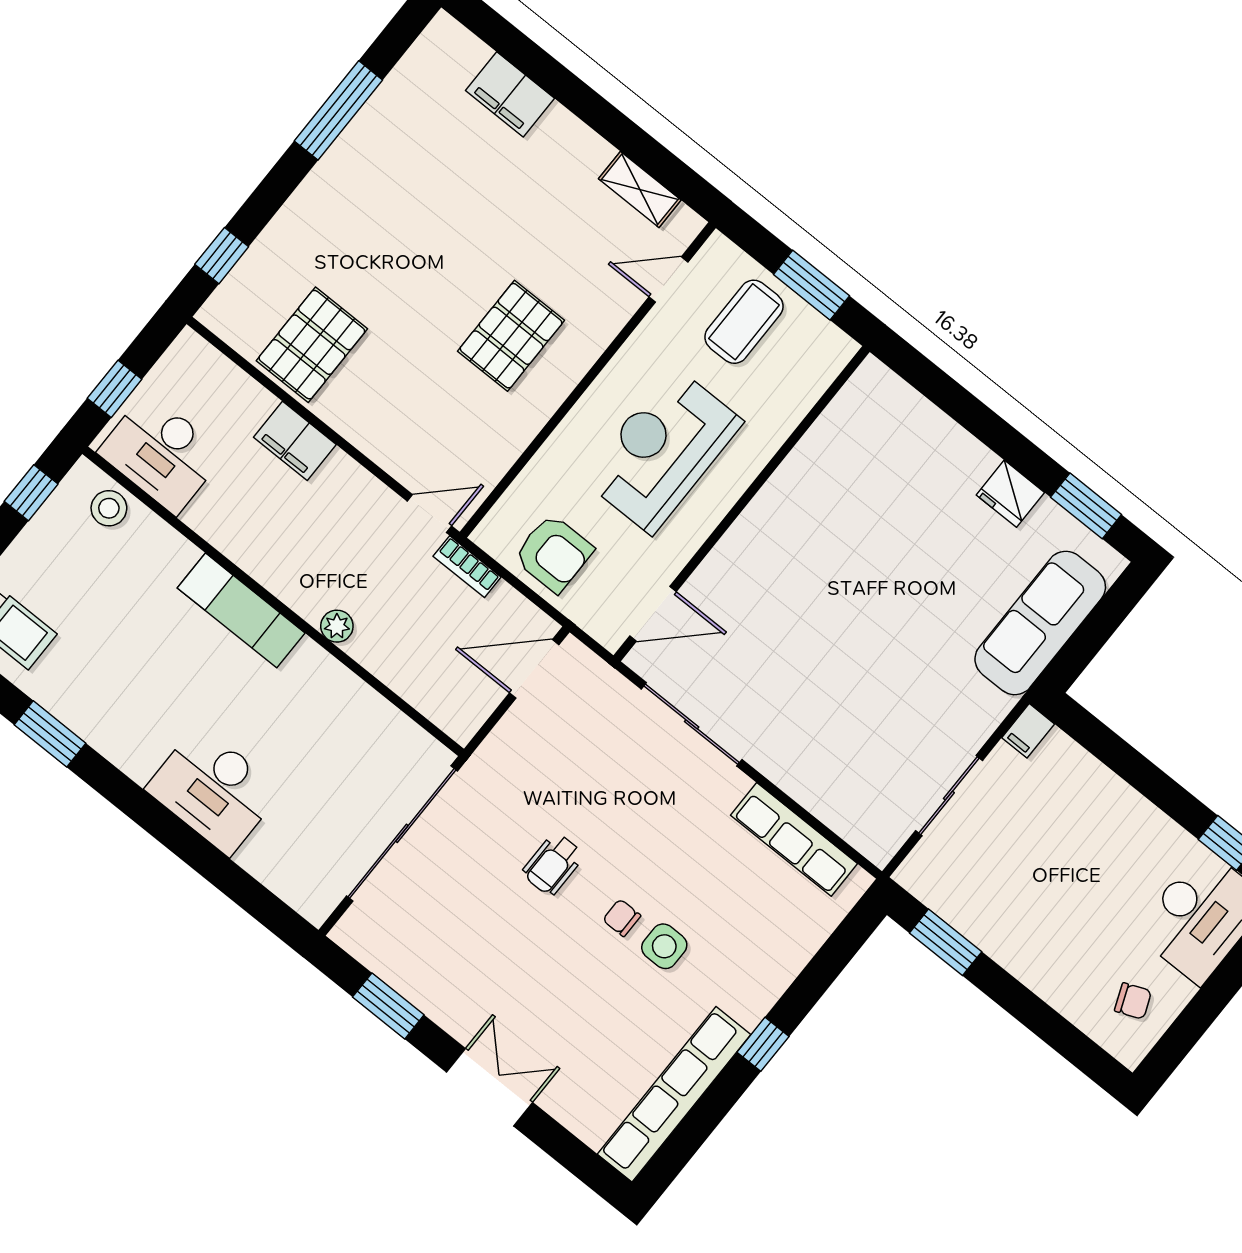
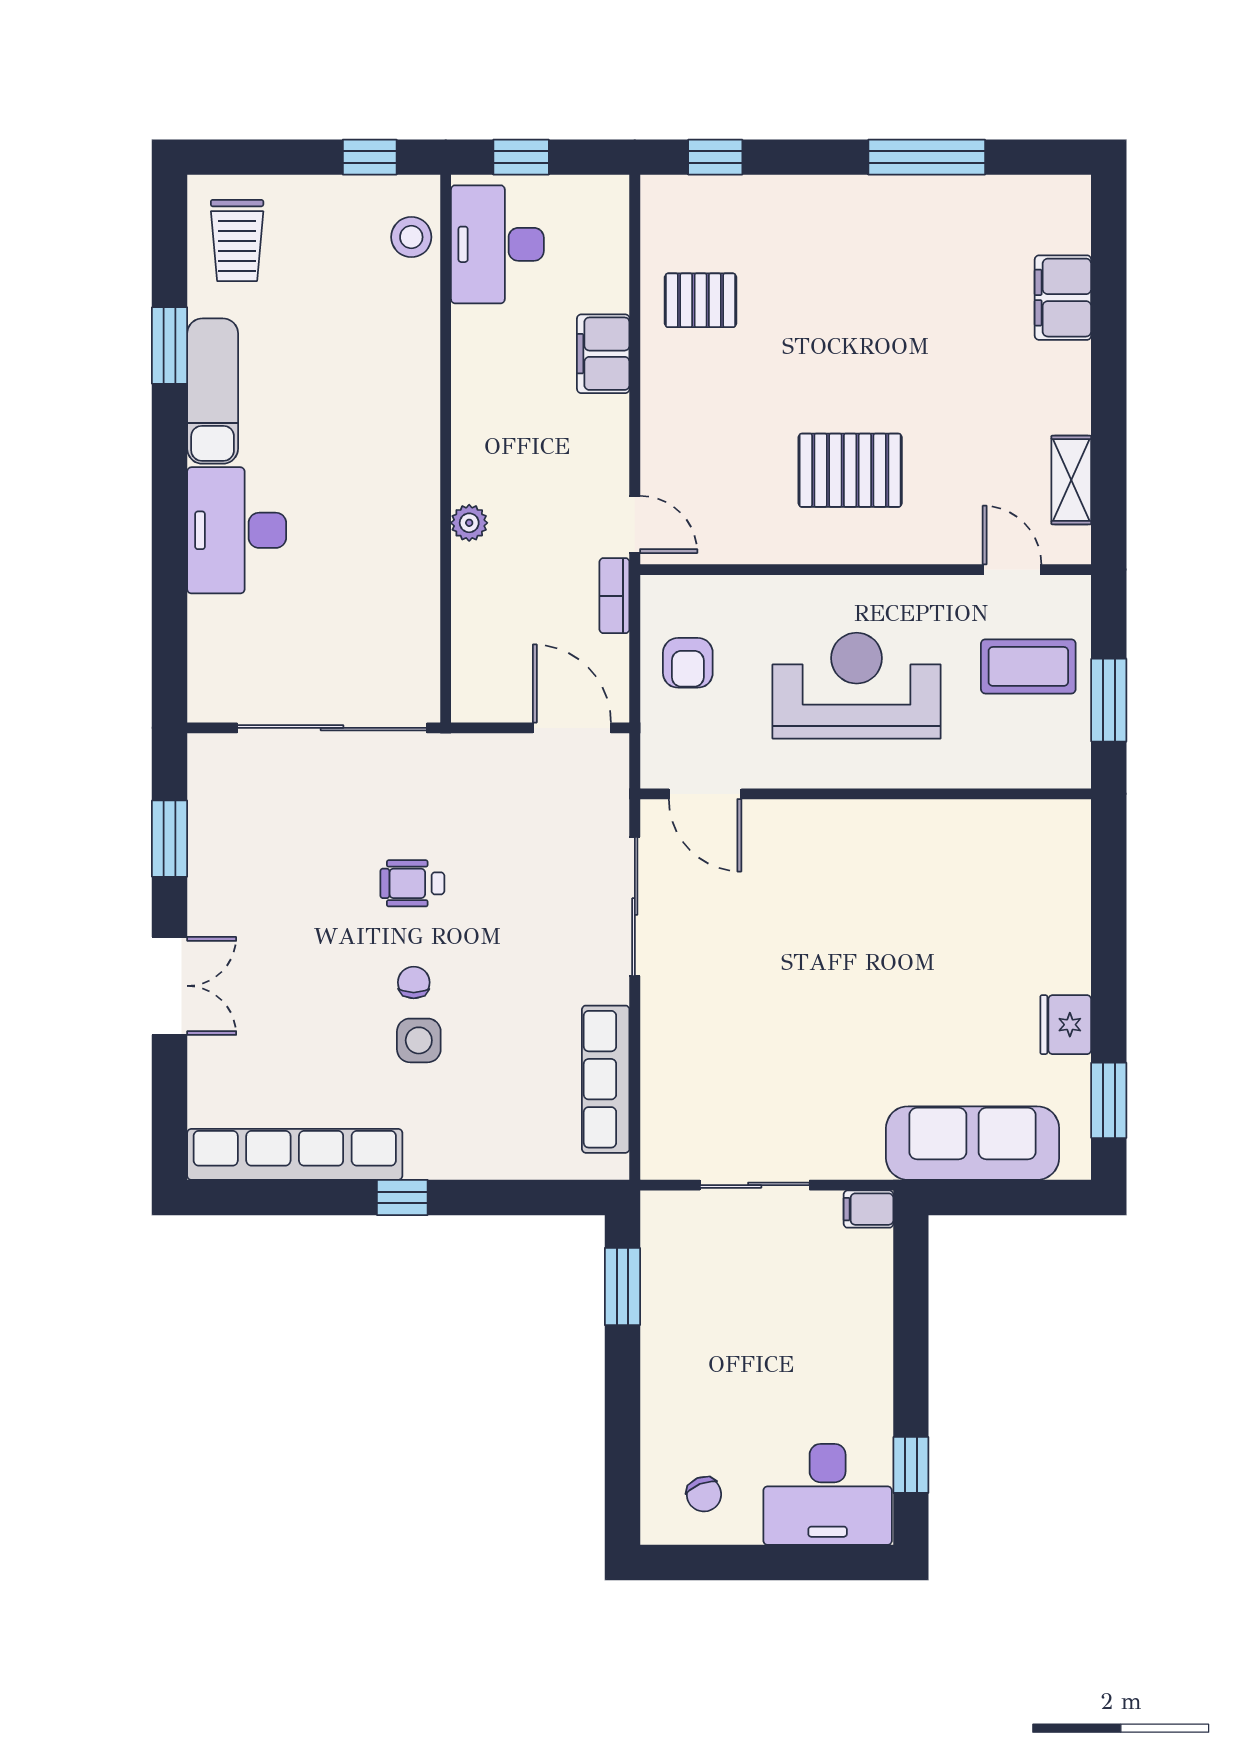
pallet: (312, 345) -> (701, 300), width x0.67, depth x0.71
armchair: (554, 553) -> (688, 663), width x0.72, depth x0.72
exam couch: (241, 610) -> (213, 391), moved, turned 180

